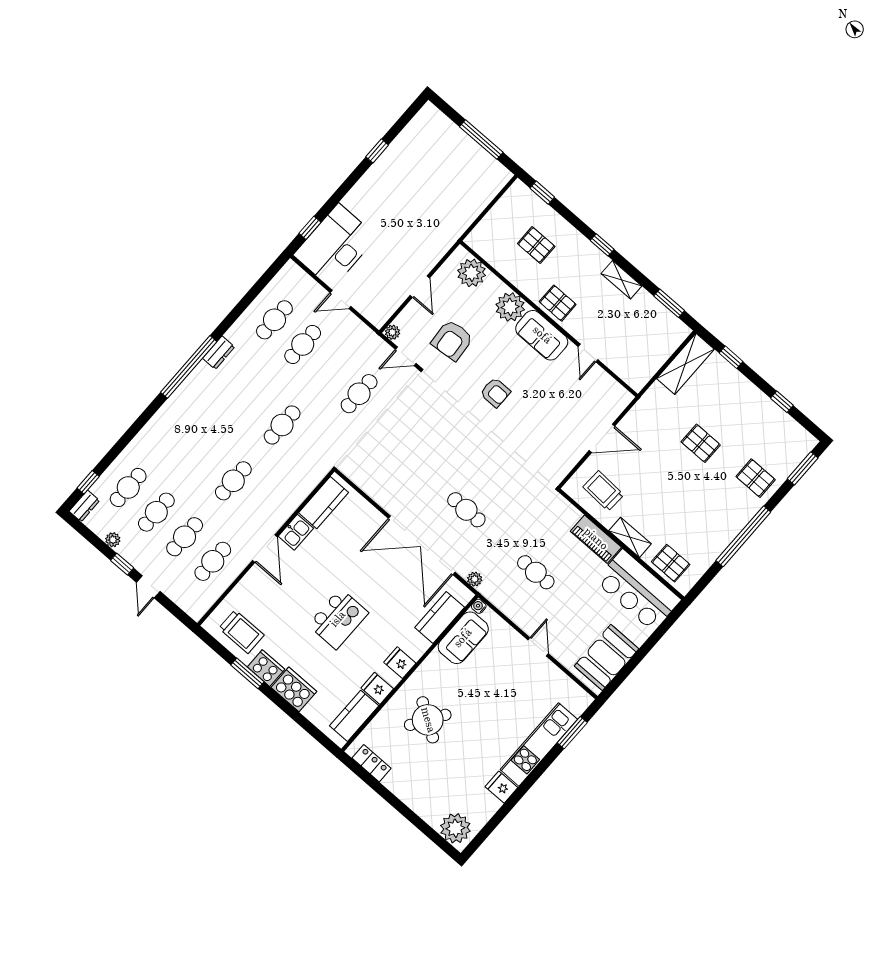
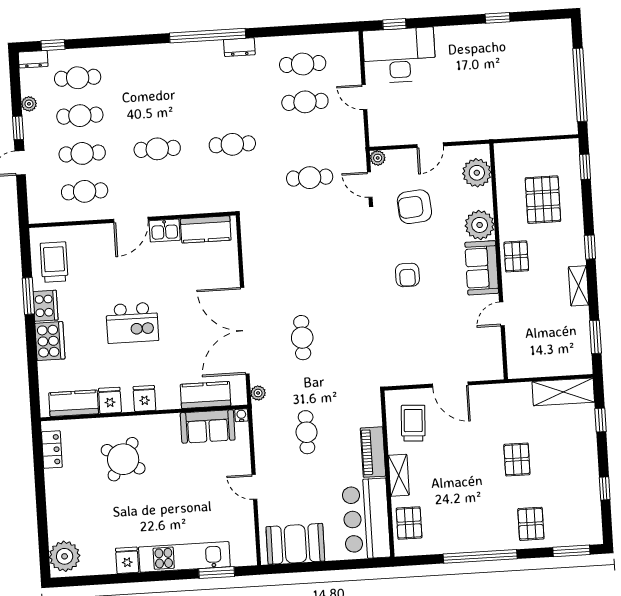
window: (481, 139) -> (580, 85), width x1.46
pallet: (536, 245) -> (543, 200), width x1.50, depth x1.42
trolley: (241, 632) -> (54, 262), turned 180
door: (538, 647) -> (254, 487), swing flipped

